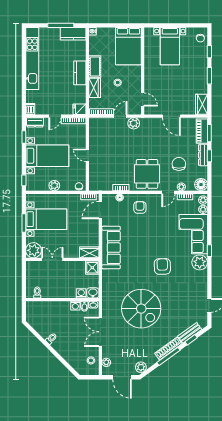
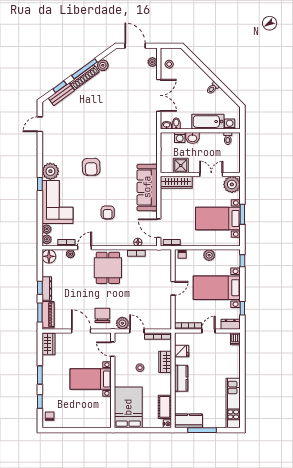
bed with nightstands: (170, 46) -> (91, 379), moved, turned -90
kitchen unit: (32, 59) -> (233, 403), width x0.73
cot: (95, 66) -> (165, 407), moved
fridge: (79, 109) -> (182, 351), moved
door: (120, 116) -> (137, 331), swing flipped
door: (87, 155) -> (173, 288), hinge flipped
chair: (179, 164) -> (102, 315), moved, turned 180
armchair: (140, 207) -> (108, 212), moved
door: (100, 210) -> (159, 228), swing flipped
wardrobe: (89, 252) -> (176, 182), width x1.50
double door: (52, 259) -> (211, 174), swing flipped
shower: (92, 268) -> (181, 165), moved
washbasin: (93, 293) -> (192, 138), moved
washing machine: (75, 306) -> (230, 124), moved
bathtub: (55, 308) -> (208, 122), added
spiral stairs: (141, 309) -> (114, 121), removed
plant: (141, 367) -> (103, 65), moved

